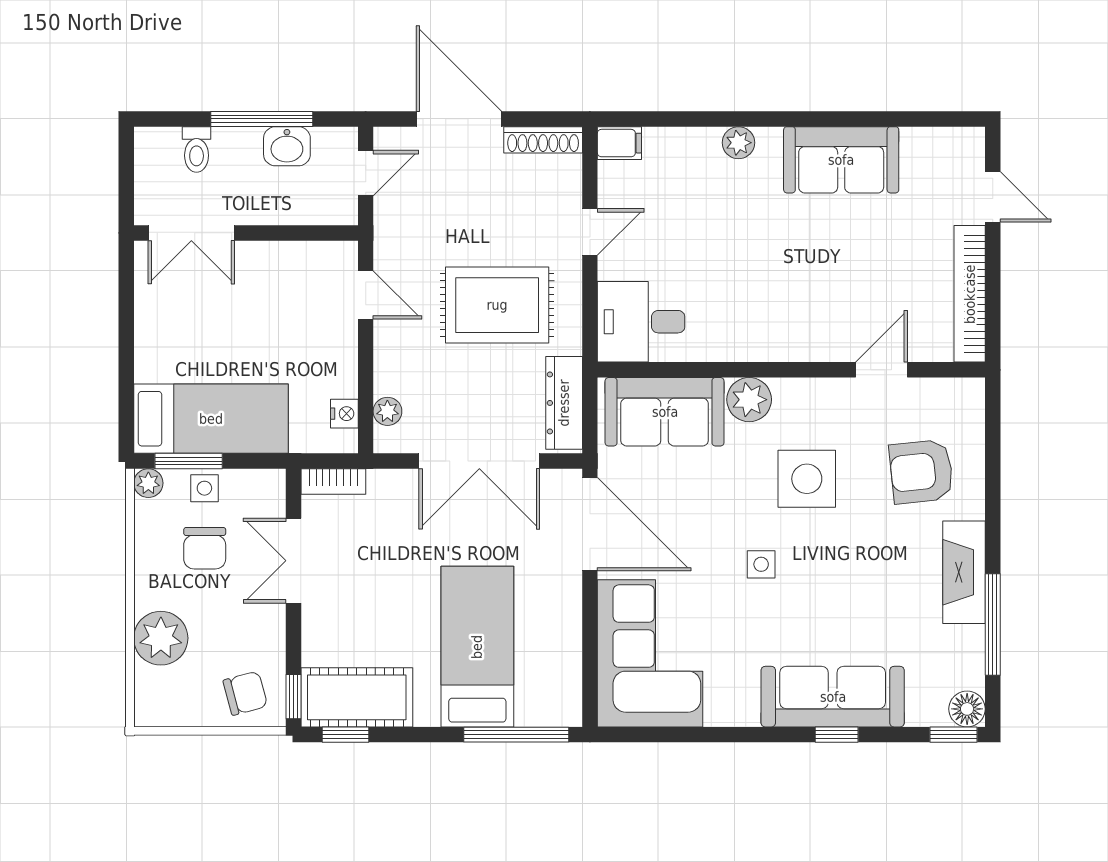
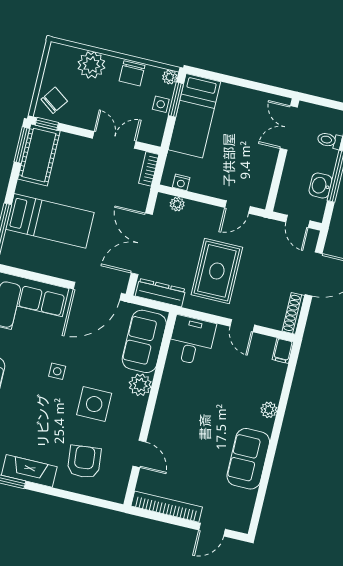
chair: (205, 548) -> (132, 73), moved, turned -90
chair: (245, 693) -> (54, 100), turned -129
window: (345, 735) -> (22, 145), width x1.50

